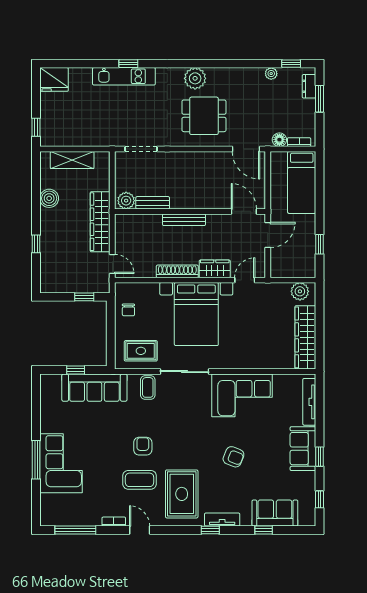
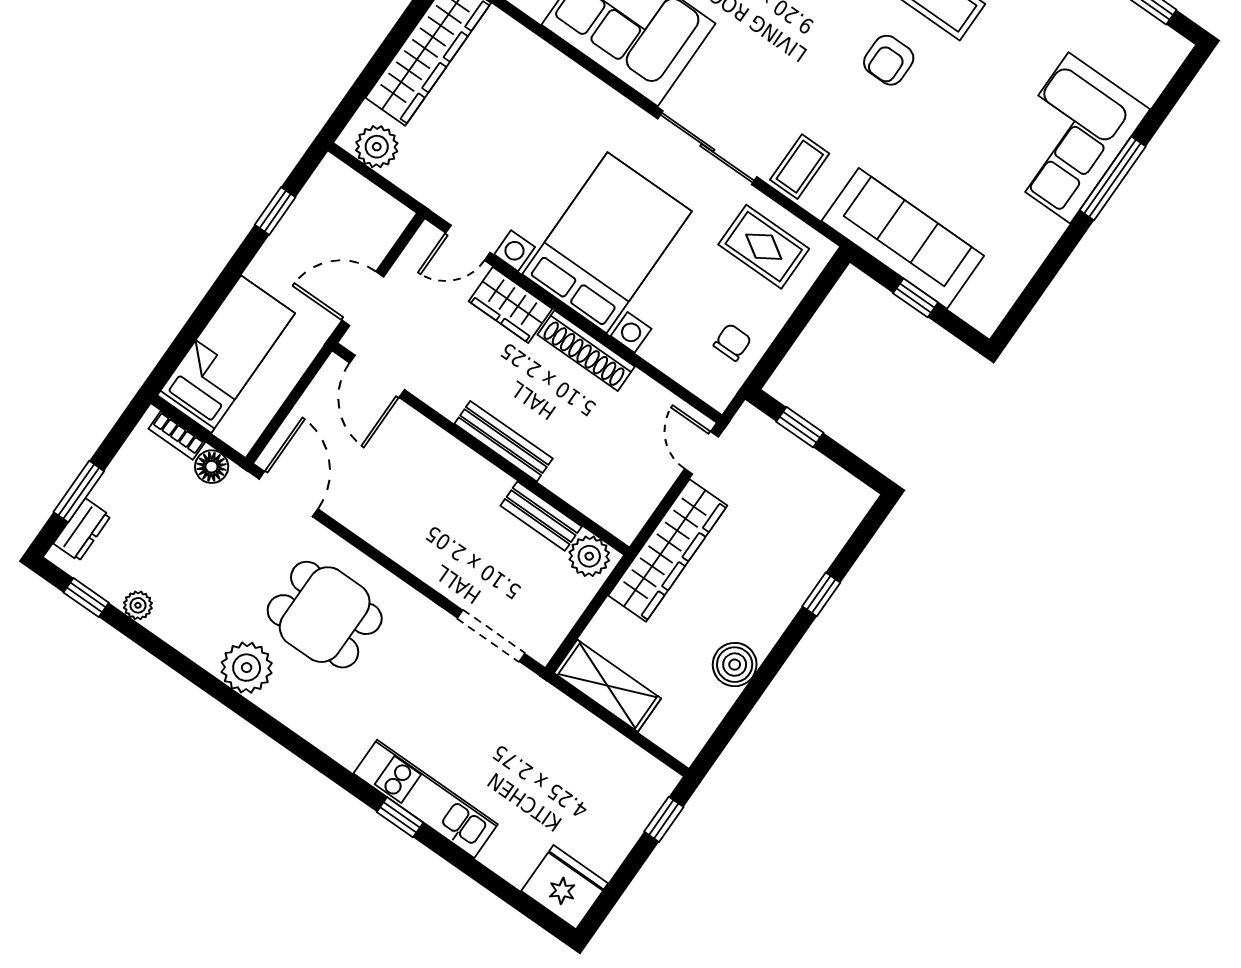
plant: (195, 78) -> (247, 668), moved
shelving: (72, 160) -> (608, 686), moved

